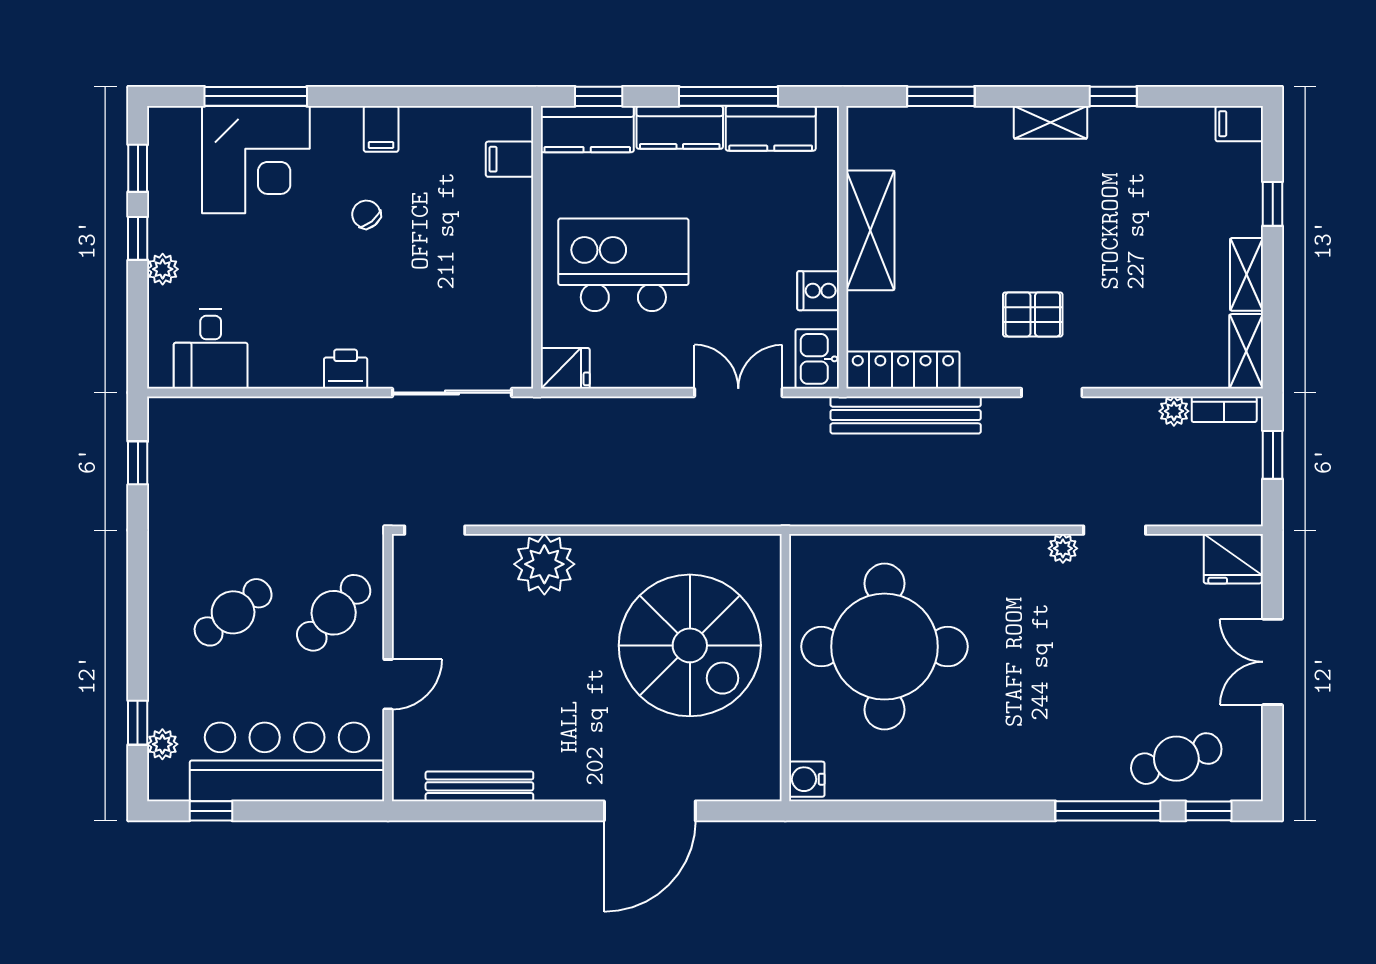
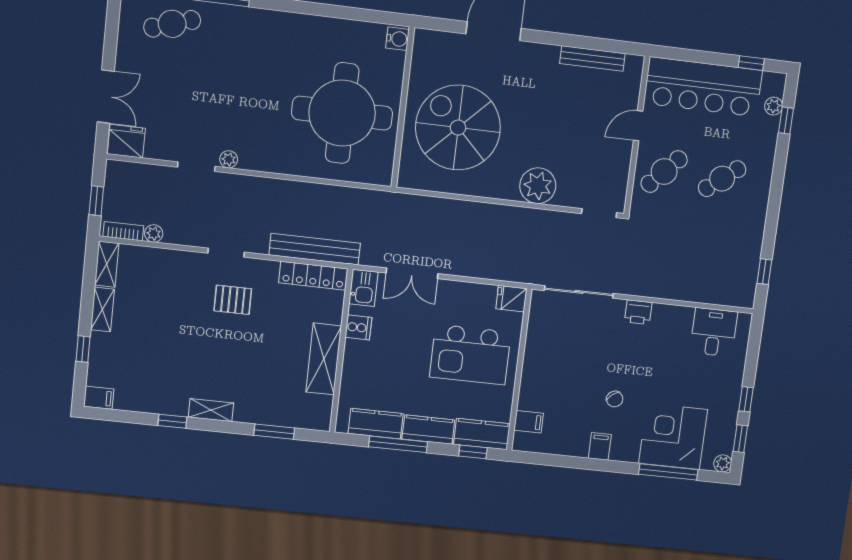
plant: (163, 269) -> (723, 463), moved
double door: (1273, 662) -> (106, 97), moved

